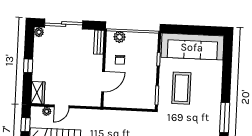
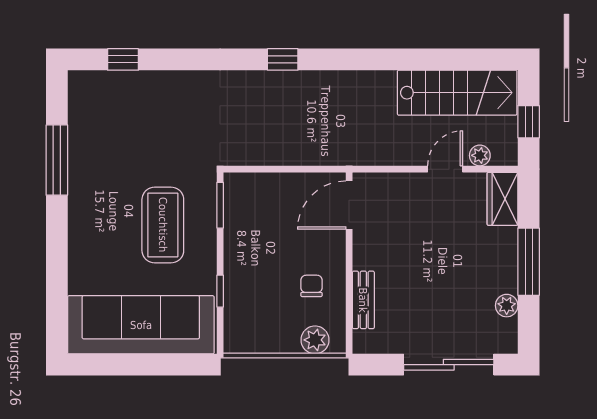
plant: (39, 32) -> (507, 306), moved
bench: (99, 42) -> (363, 300), moved
window: (28, 66) -> (529, 262), width x2.17
door: (103, 82) -> (349, 205), moved

